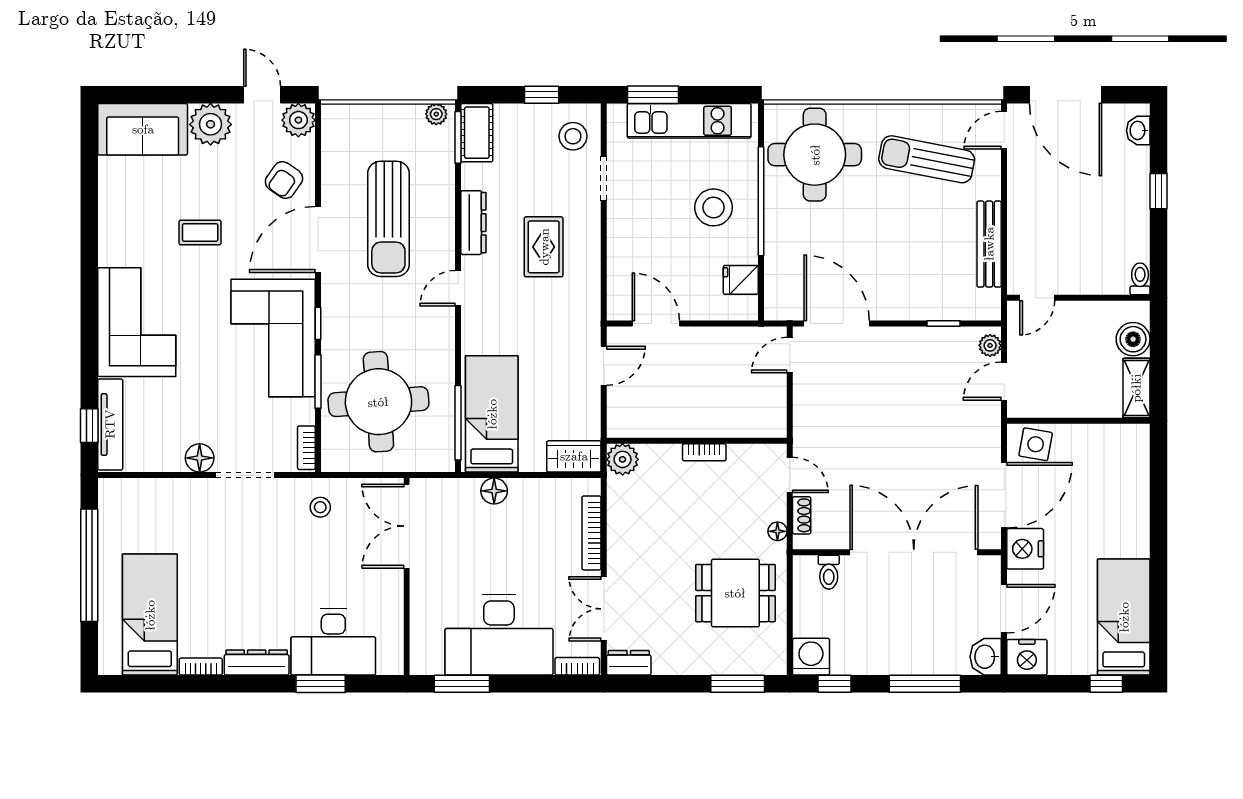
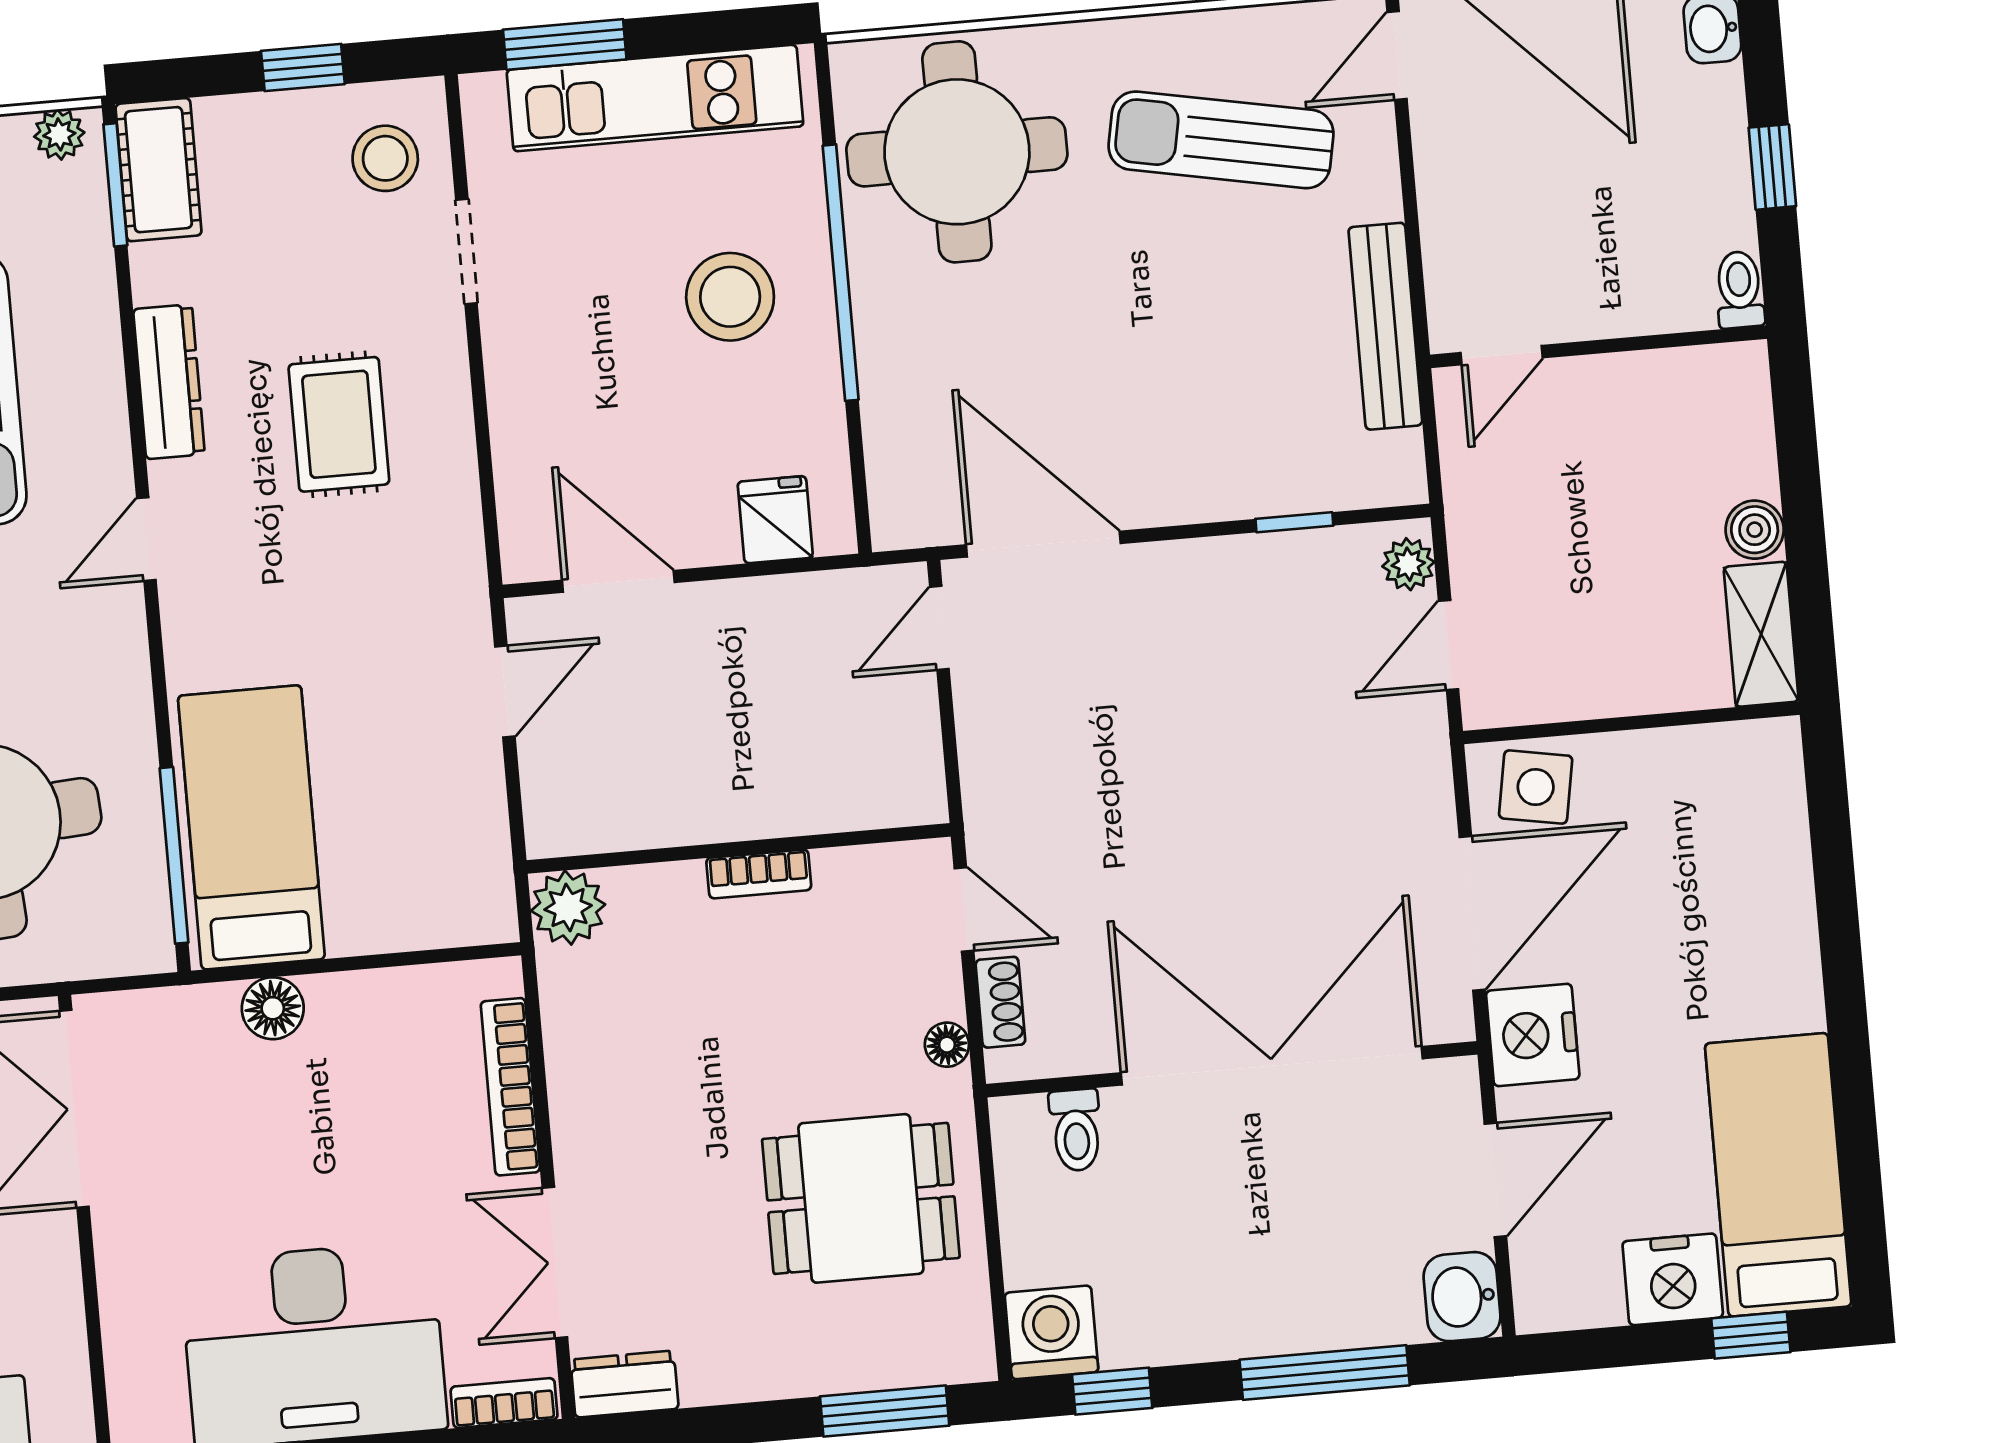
toilet: (1140, 279) -> (1739, 290), moved
fridge: (741, 280) -> (775, 520), moved, turned 90
door: (1037, 298) -> (1502, 355), moved
wall: (1078, 298) -> (1598, 347), moved
boiler: (1133, 339) -> (1755, 530), width x0.73, depth x0.73
wardrobe: (574, 456) -> (453, 911), removed
nightstand: (1027, 657) -> (1673, 1279), moved

